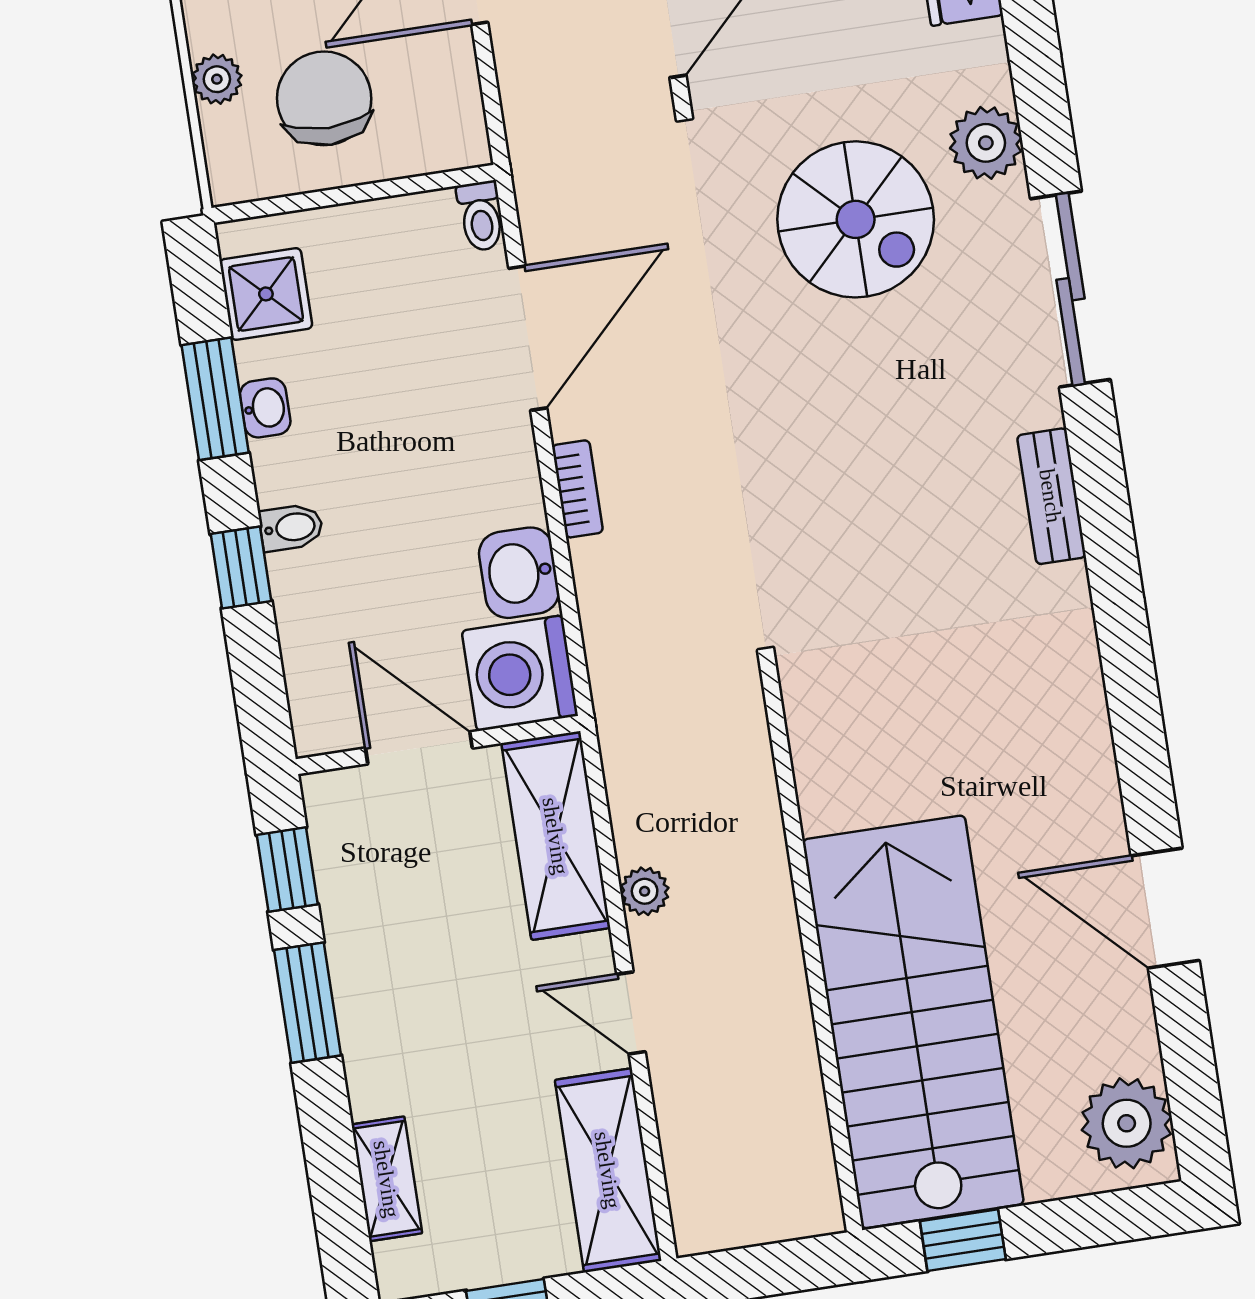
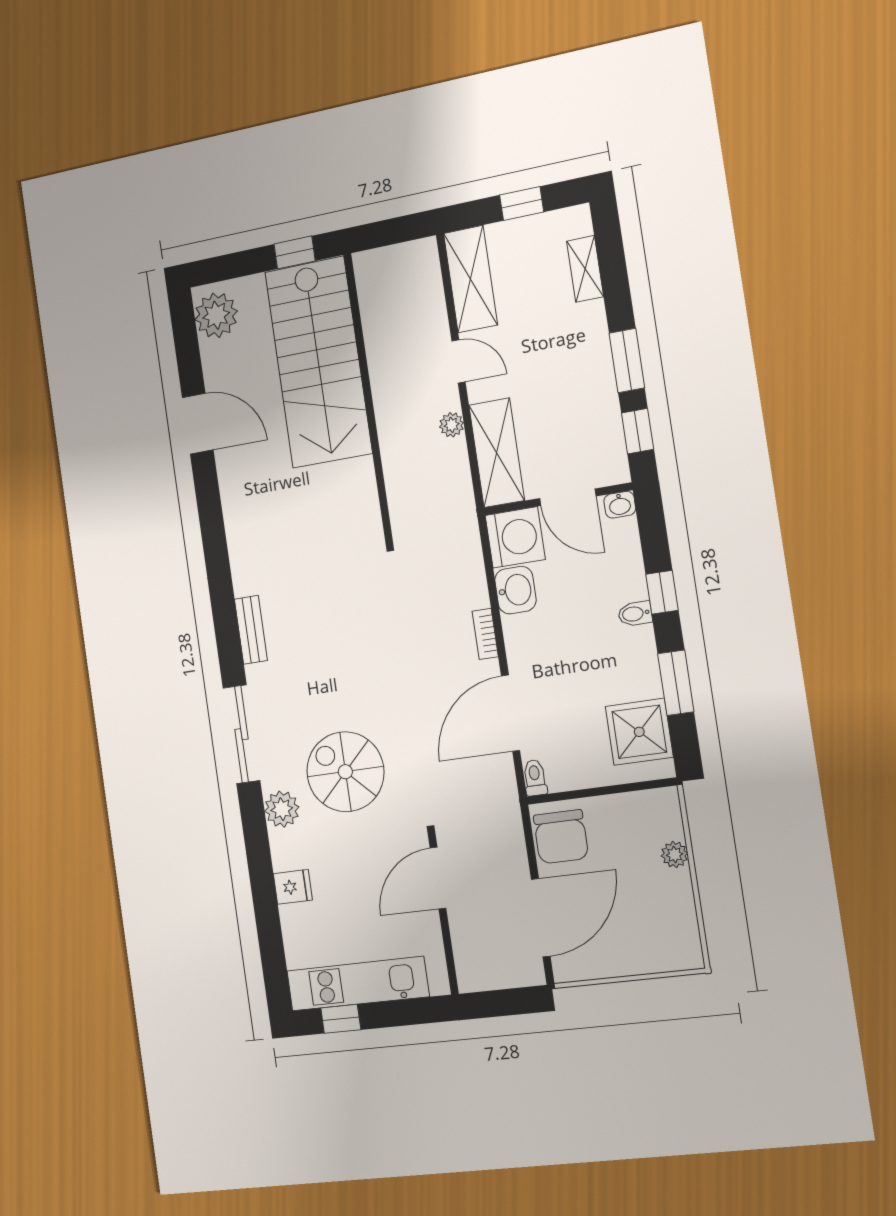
chair: (324, 98) -> (561, 837), moved
shower: (266, 294) -> (639, 732), width x1.36, depth x1.36
washbasin: (265, 408) -> (620, 505), moved, turned -90

